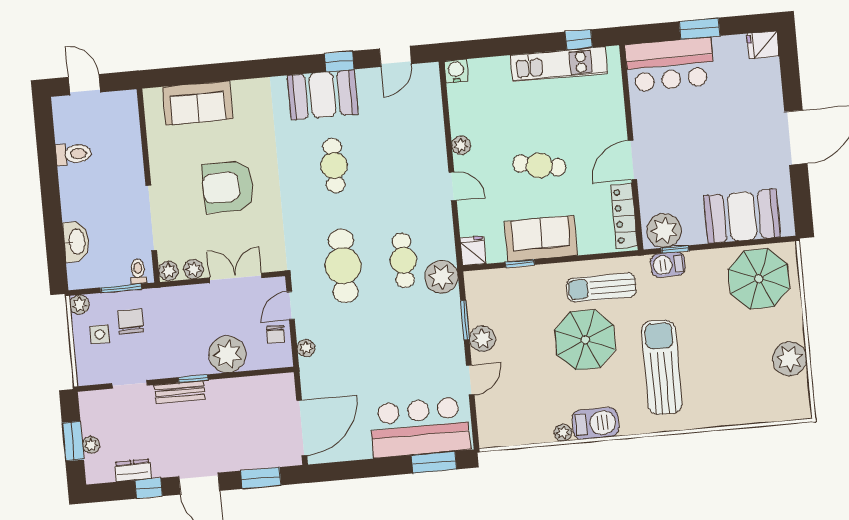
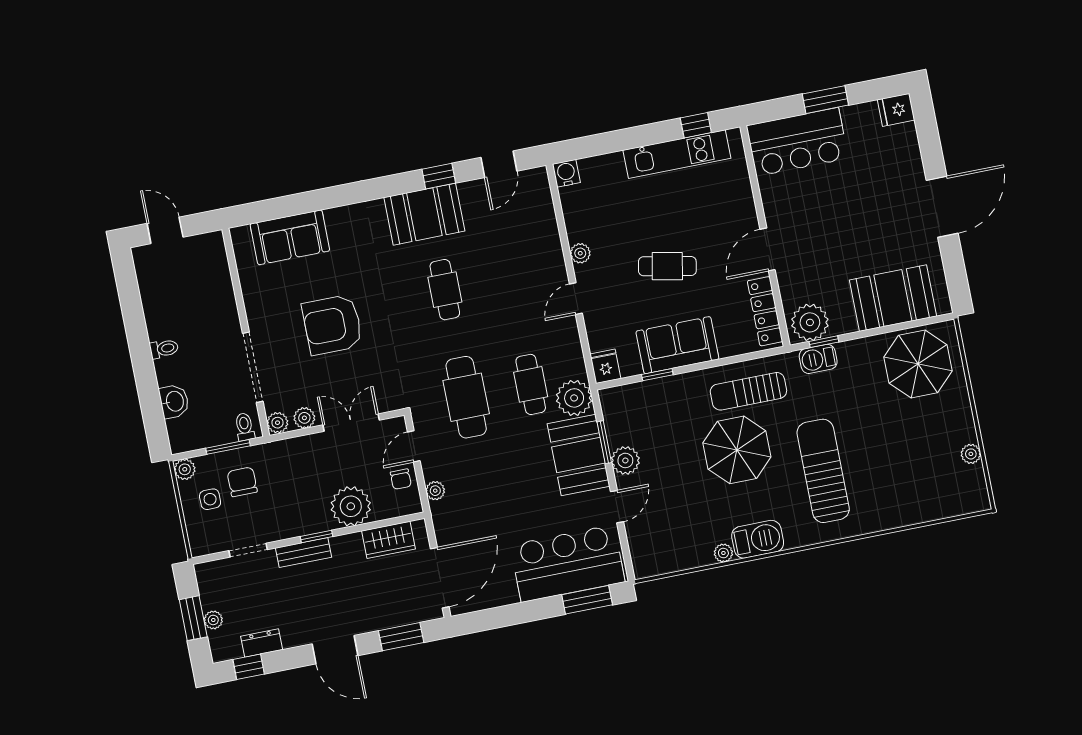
toilet: (73, 154) -> (164, 349), moved, width x0.73, depth x0.72
door: (453, 186) -> (576, 299), swing flipped
washbasin: (76, 242) -> (174, 401), width x0.72
booth: (440, 329) -> (579, 455), added
plant: (790, 359) -> (971, 454), width x0.53, depth x0.53
wardrobe: (259, 389) -> (388, 540), added
window: (149, 488) -> (249, 667), moved

